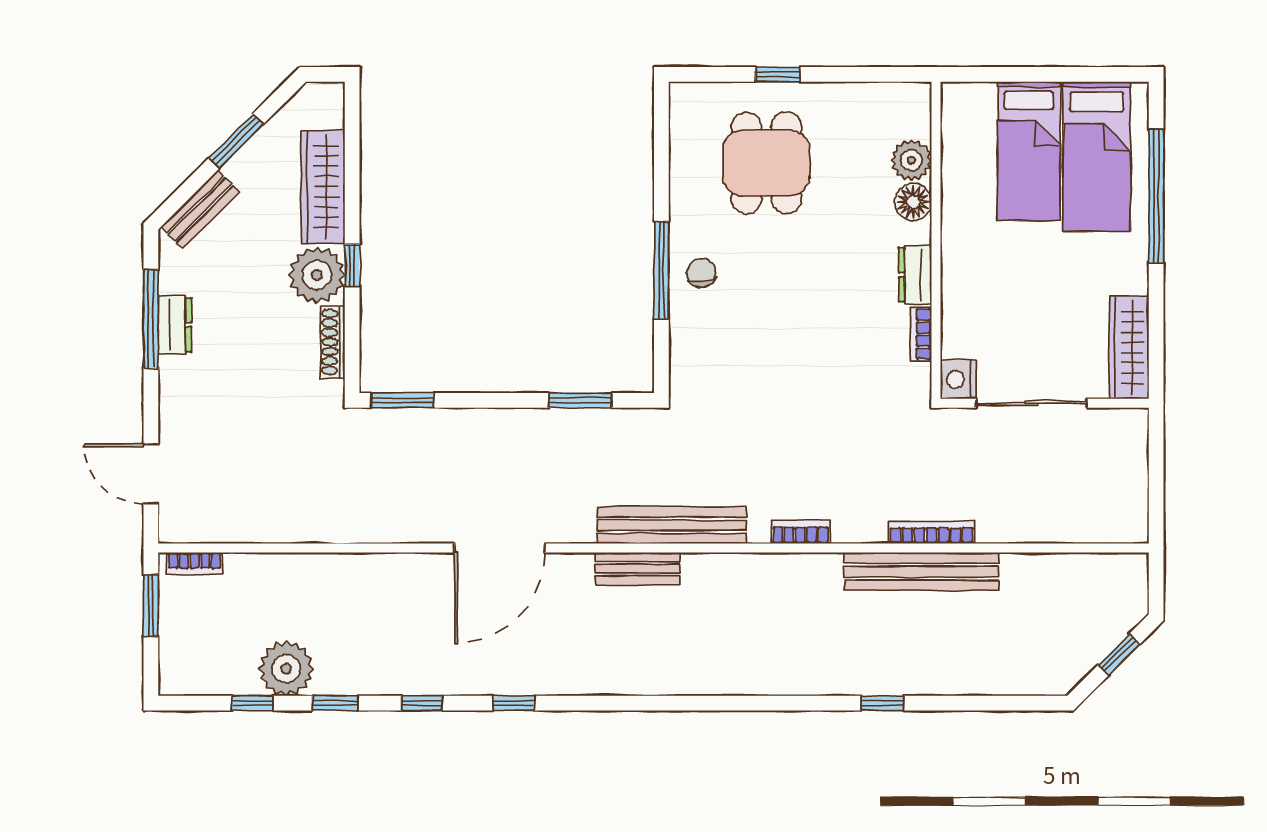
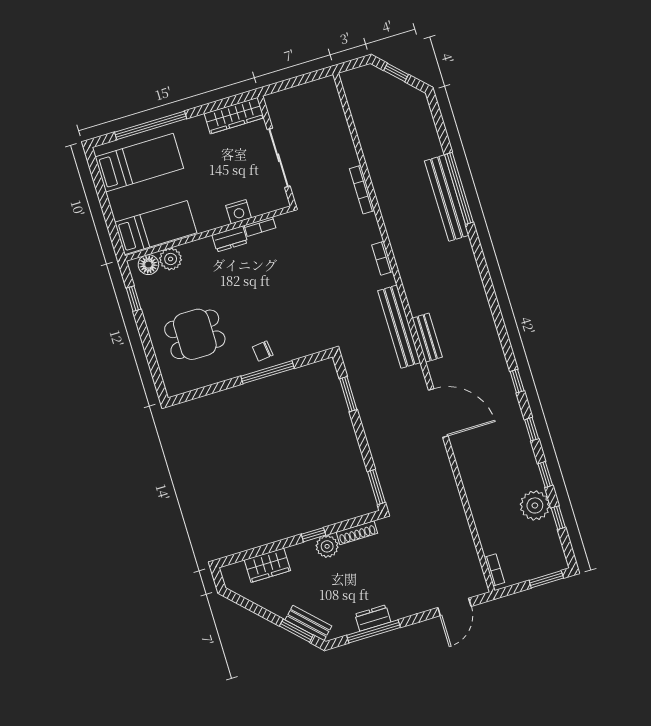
window: (778, 74) -> (134, 299), moved
window: (236, 141) -> (296, 631), moved
bed: (1029, 151) -> (156, 228), moved
wardrobe: (323, 187) -> (267, 565), width x0.67
floor lamp: (913, 202) -> (148, 265), moved
plant: (317, 275) -> (327, 546), width x0.73, depth x0.73
nightstand: (958, 379) -> (239, 212), moved
bench: (922, 572) -> (447, 198), moved
window: (151, 605) -> (546, 579), moved
window: (882, 703) -> (459, 188), width x3.17

